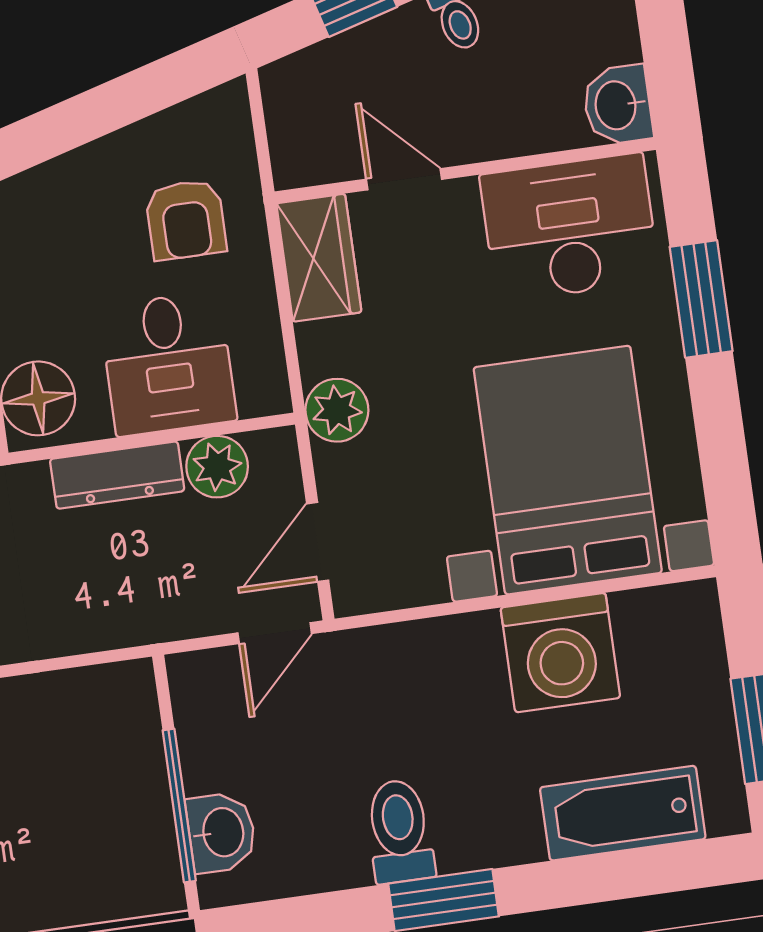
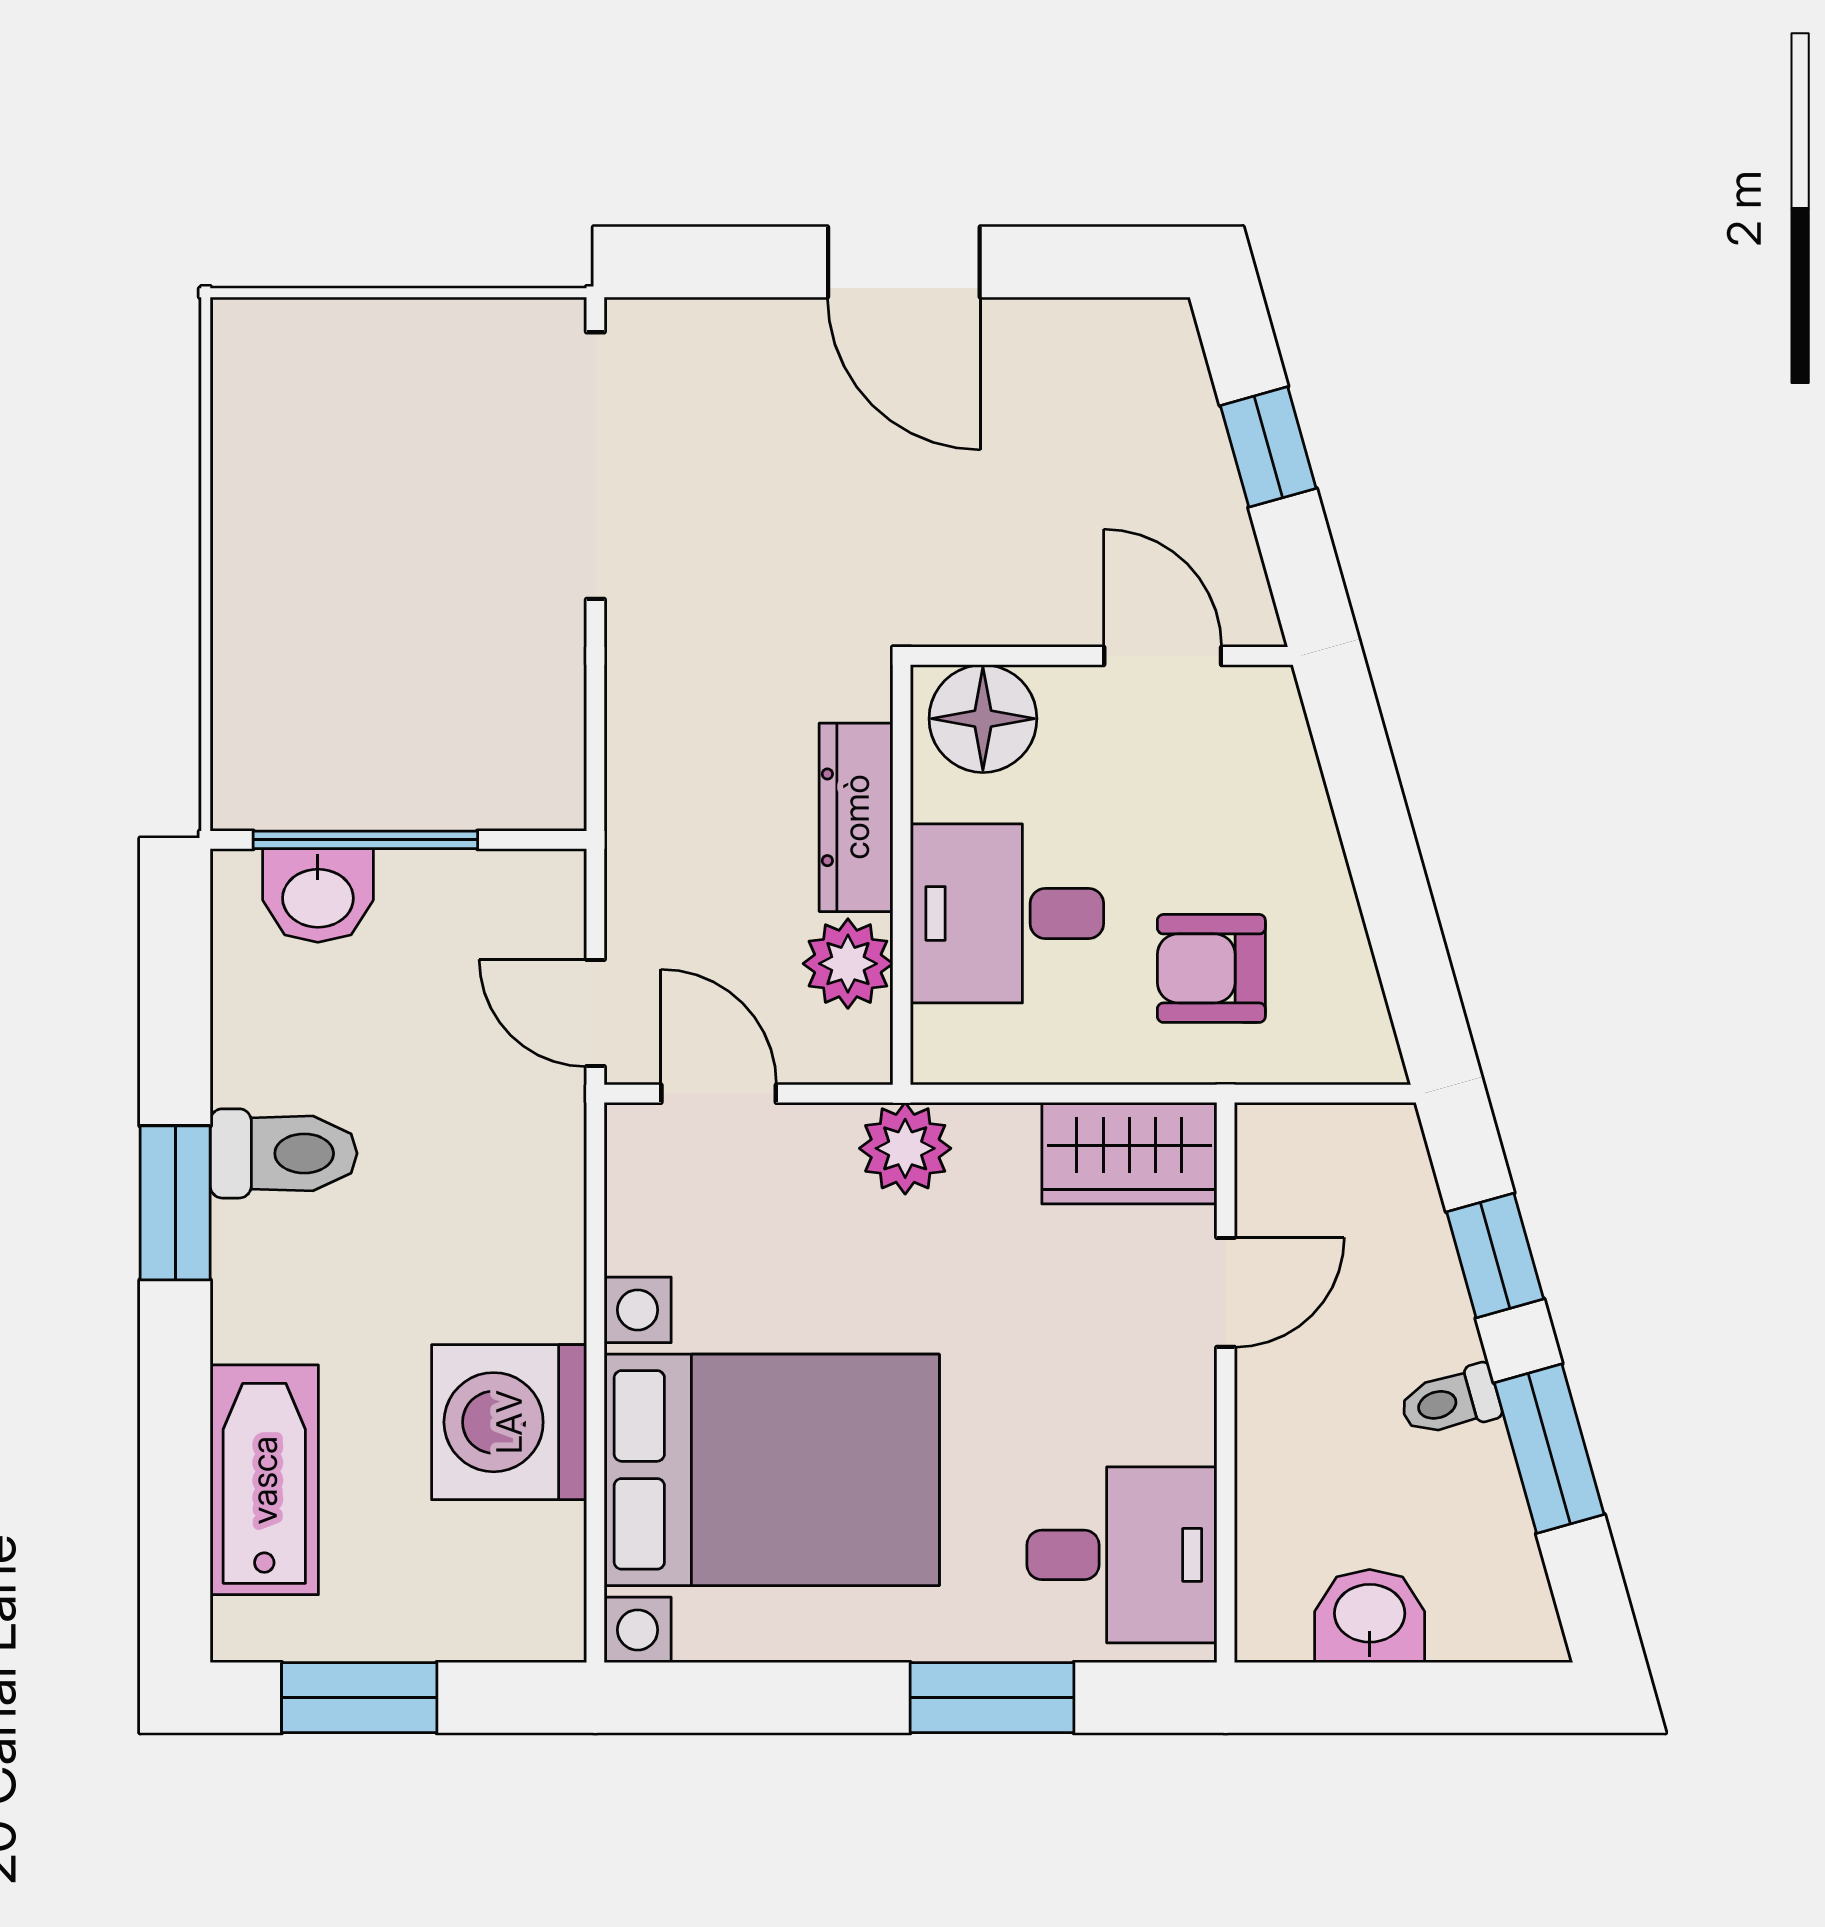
washbasin: (617, 105) -> (1370, 1616), moved
desk: (570, 228) -> (1122, 1555), width x0.73

